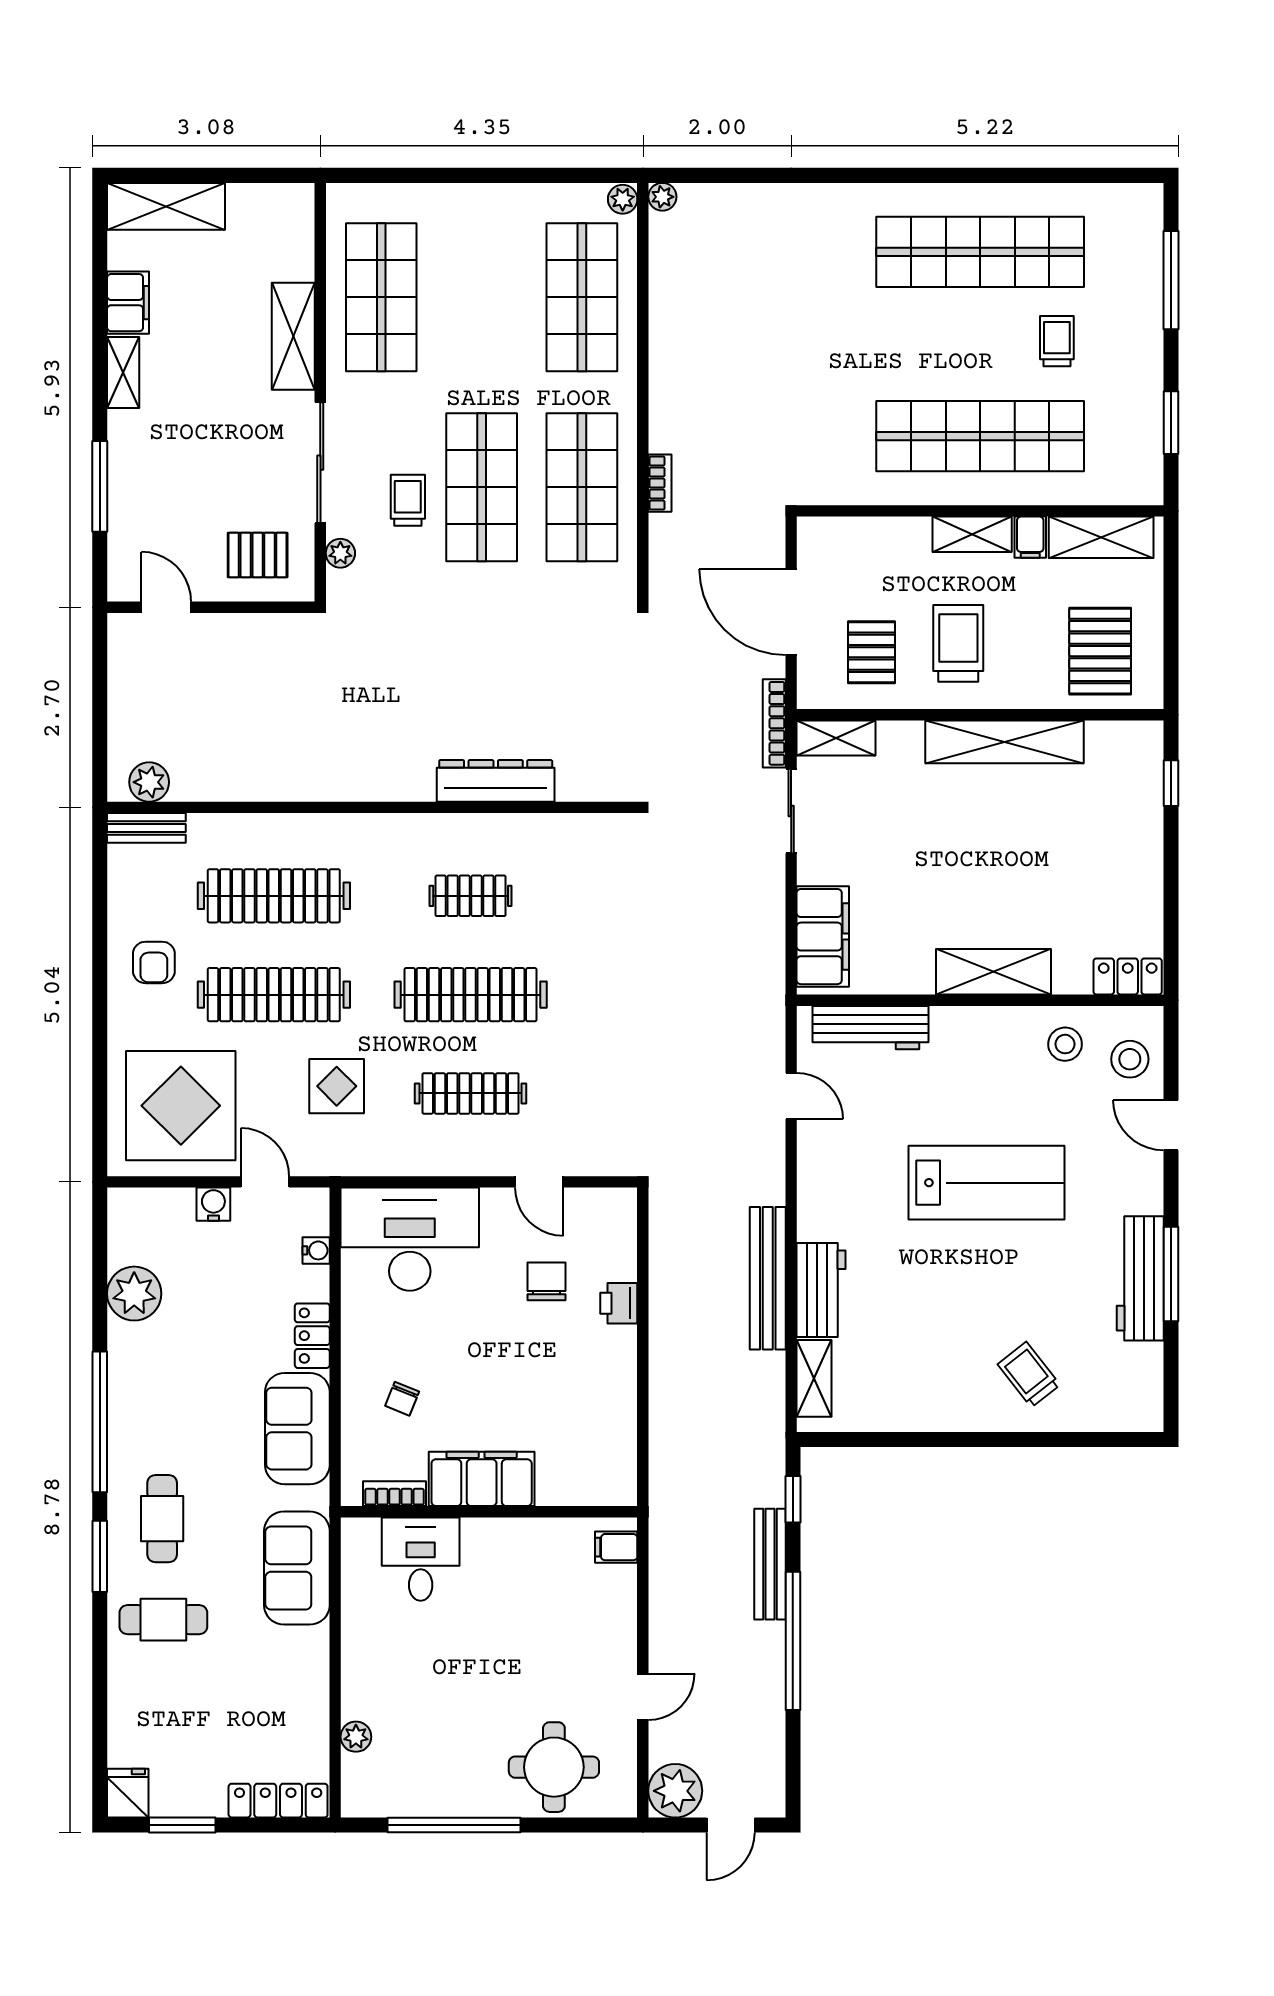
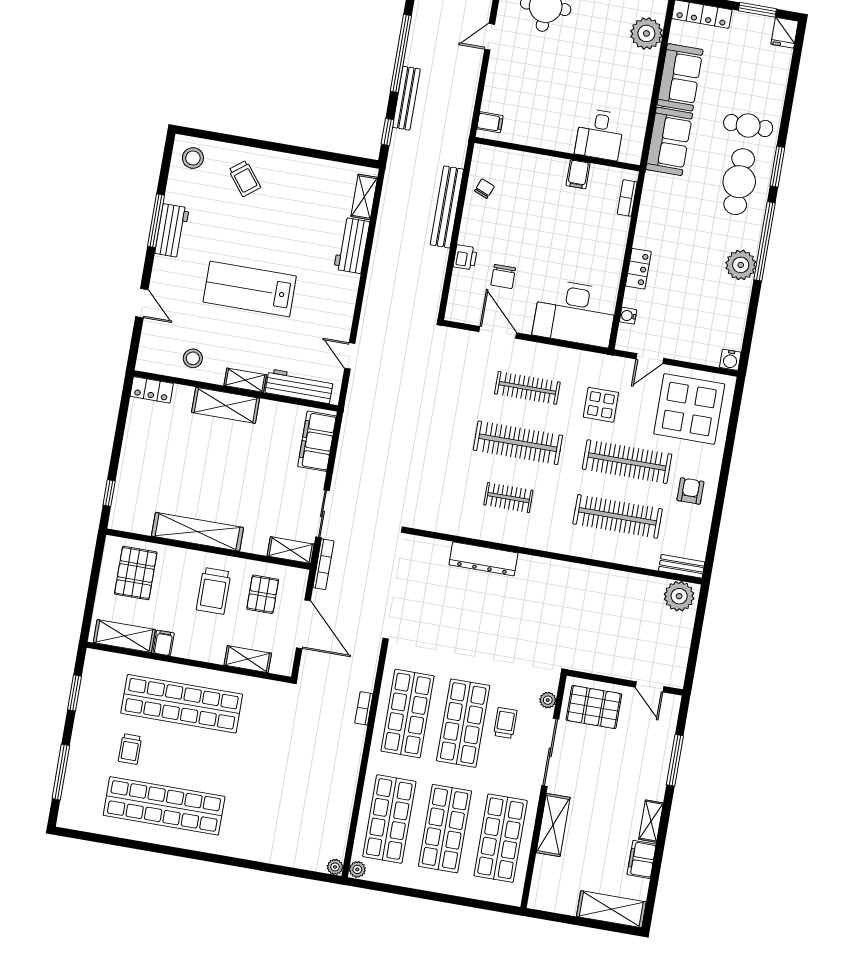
shop shelf: (482, 297) -> (445, 829), added
trolley: (408, 500) -> (505, 723), turned 180
shelving: (972, 534) -> (248, 659), moved
pallet: (258, 555) -> (594, 707), width x1.50, depth x1.42
plant: (149, 782) -> (679, 596), width x1.36, depth x1.36
shelving: (967, 1022) -> (245, 380), added
stool: (1130, 1059) -> (193, 158), moved
door: (265, 1182) -> (650, 359), hinge flipped
door: (539, 1182) -> (498, 332), width x1.38
water cooler: (213, 1204) -> (730, 360), moved
bench: (768, 1278) -> (447, 207), moved
workbench: (1140, 1278) -> (172, 231), width x0.73
plant: (134, 1294) -> (741, 265), moved
chair: (402, 1399) -> (484, 189), moved
sofa: (297, 1429) -> (680, 77), moved
filing cabinet: (482, 1479) -> (578, 174), width x0.33, depth x0.86
bookcase: (395, 1494) -> (627, 198), moved, turned 90
cafe table: (162, 1519) -> (739, 182), width x1.37, depth x1.35
plant: (356, 1737) -> (646, 33), width x1.87, depth x1.87

